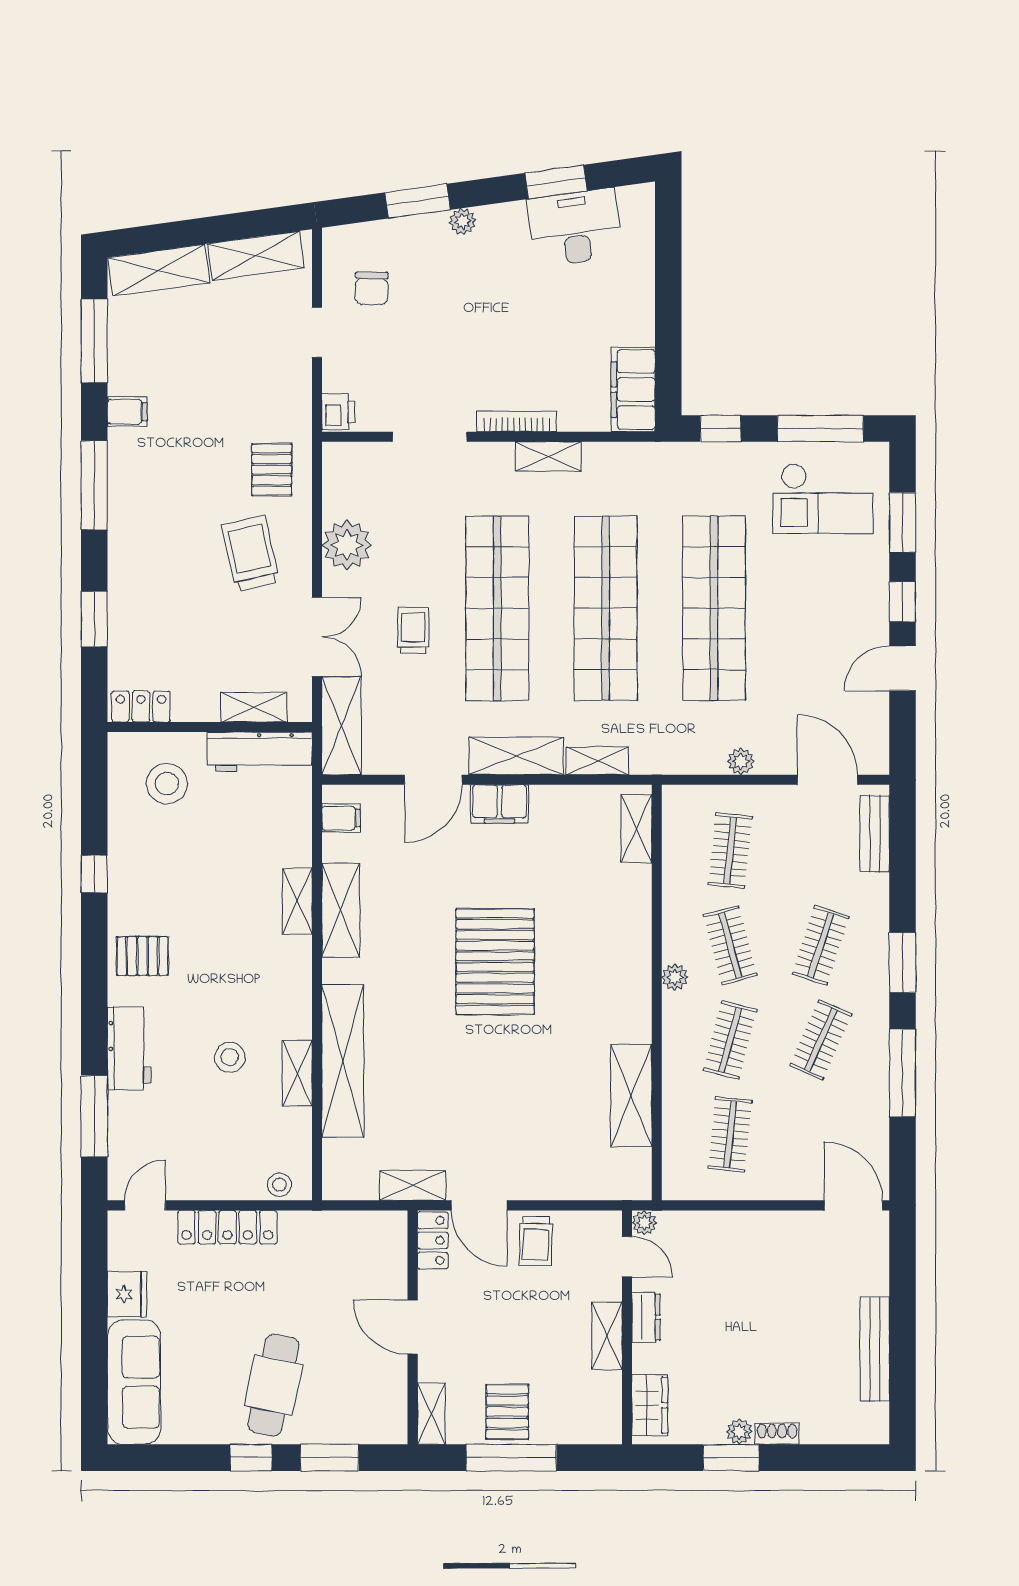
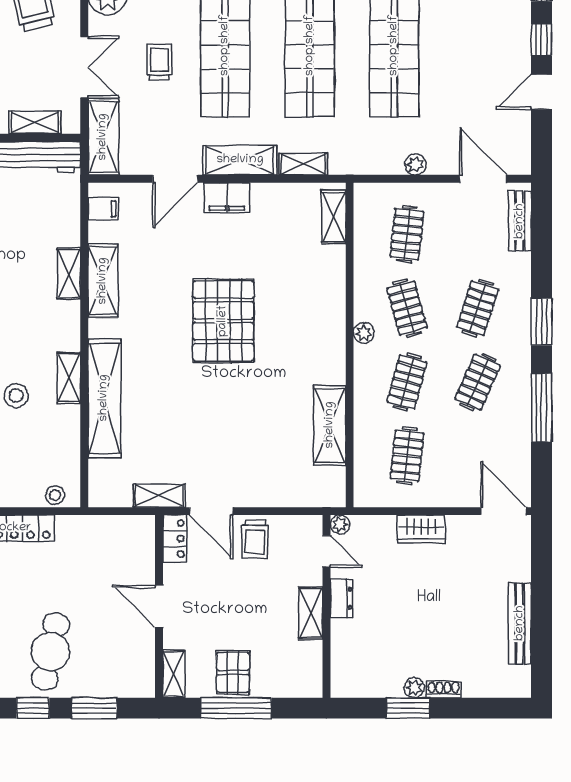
shelving: (297, 1073) -> (69, 378), moved
wardrobe: (650, 1405) -> (421, 529), moved, turned 90

